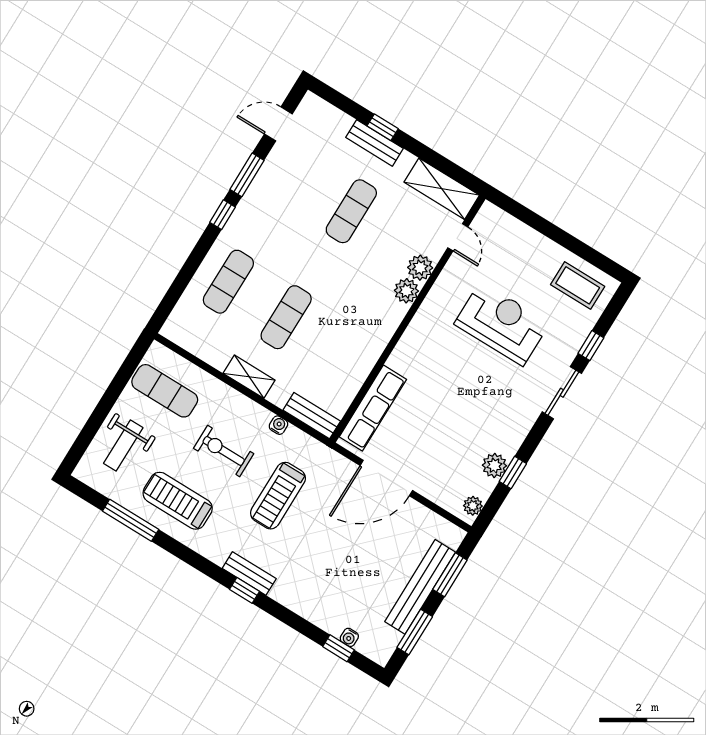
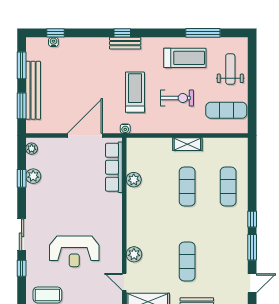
plant: (406, 291) -> (134, 180), moved
bench: (312, 416) -> (143, 144), removed
water cooler: (278, 425) -> (125, 129), moved

